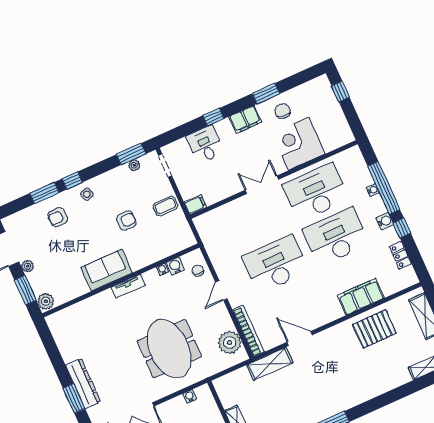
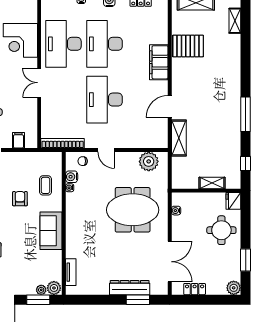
filing cabinet: (195, 205) -> (18, 140), moved
coffee table: (165, 206) -> (45, 185), moved
plant: (27, 266) -> (41, 290), moved
tv unit: (128, 286) -> (71, 272), moved
filing cabinet: (361, 297) -> (159, 62), moved
pallet: (375, 329) -> (188, 46), turned 90
bookcase: (248, 331) -> (63, 143), moved

